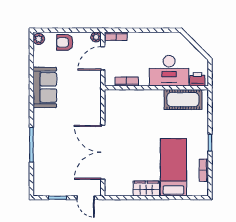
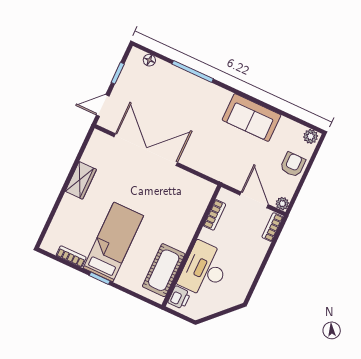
bed: (173, 167) -> (113, 242), moved, turned -90
floor lamp: (38, 179) -> (149, 60), added

